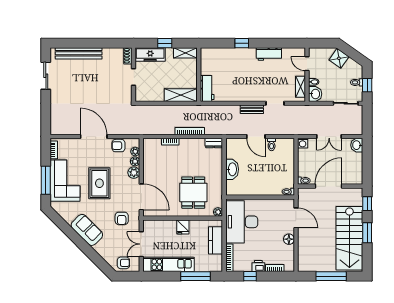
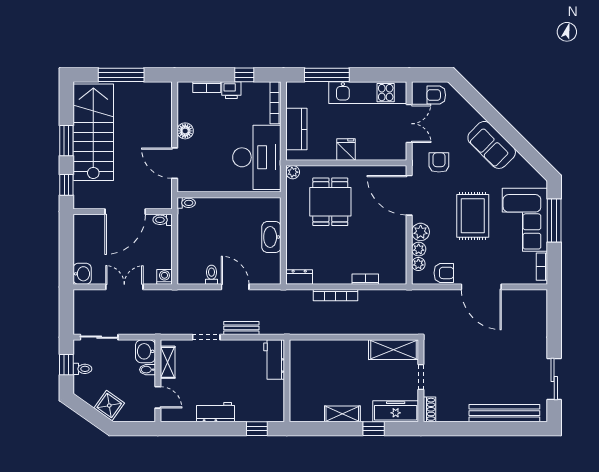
wall: (199, 75) -> (287, 381), moved
workbench: (207, 89) -> (274, 360), moved
shelving: (181, 95) -> (394, 350), moved

